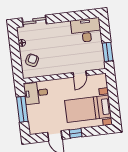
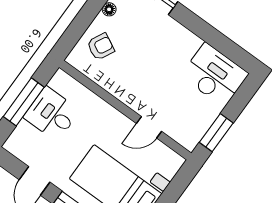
desk: (36, 93) -> (52, 114), moved

